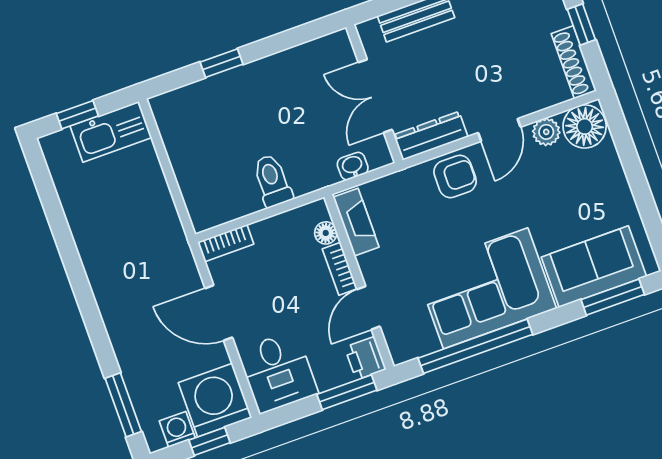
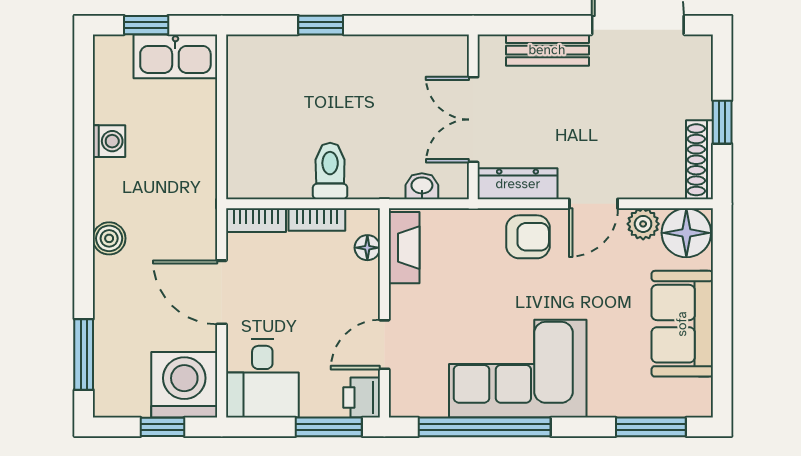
sofa: (594, 267) -> (682, 324), moved, turned -90
bookcase: (340, 269) -> (317, 220), moved, turned -90
boiler: (110, 302) -> (109, 238), added
washing machine: (177, 429) -> (109, 141), moved, turned 90

